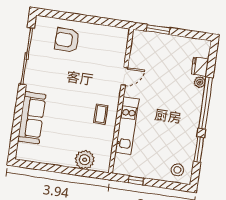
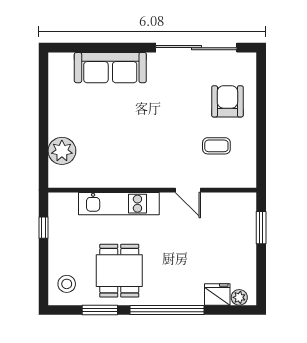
plant: (200, 82) -> (239, 297), moved
coffee table: (101, 114) -> (216, 146), moved
dining table: (173, 132) -> (119, 271), added

